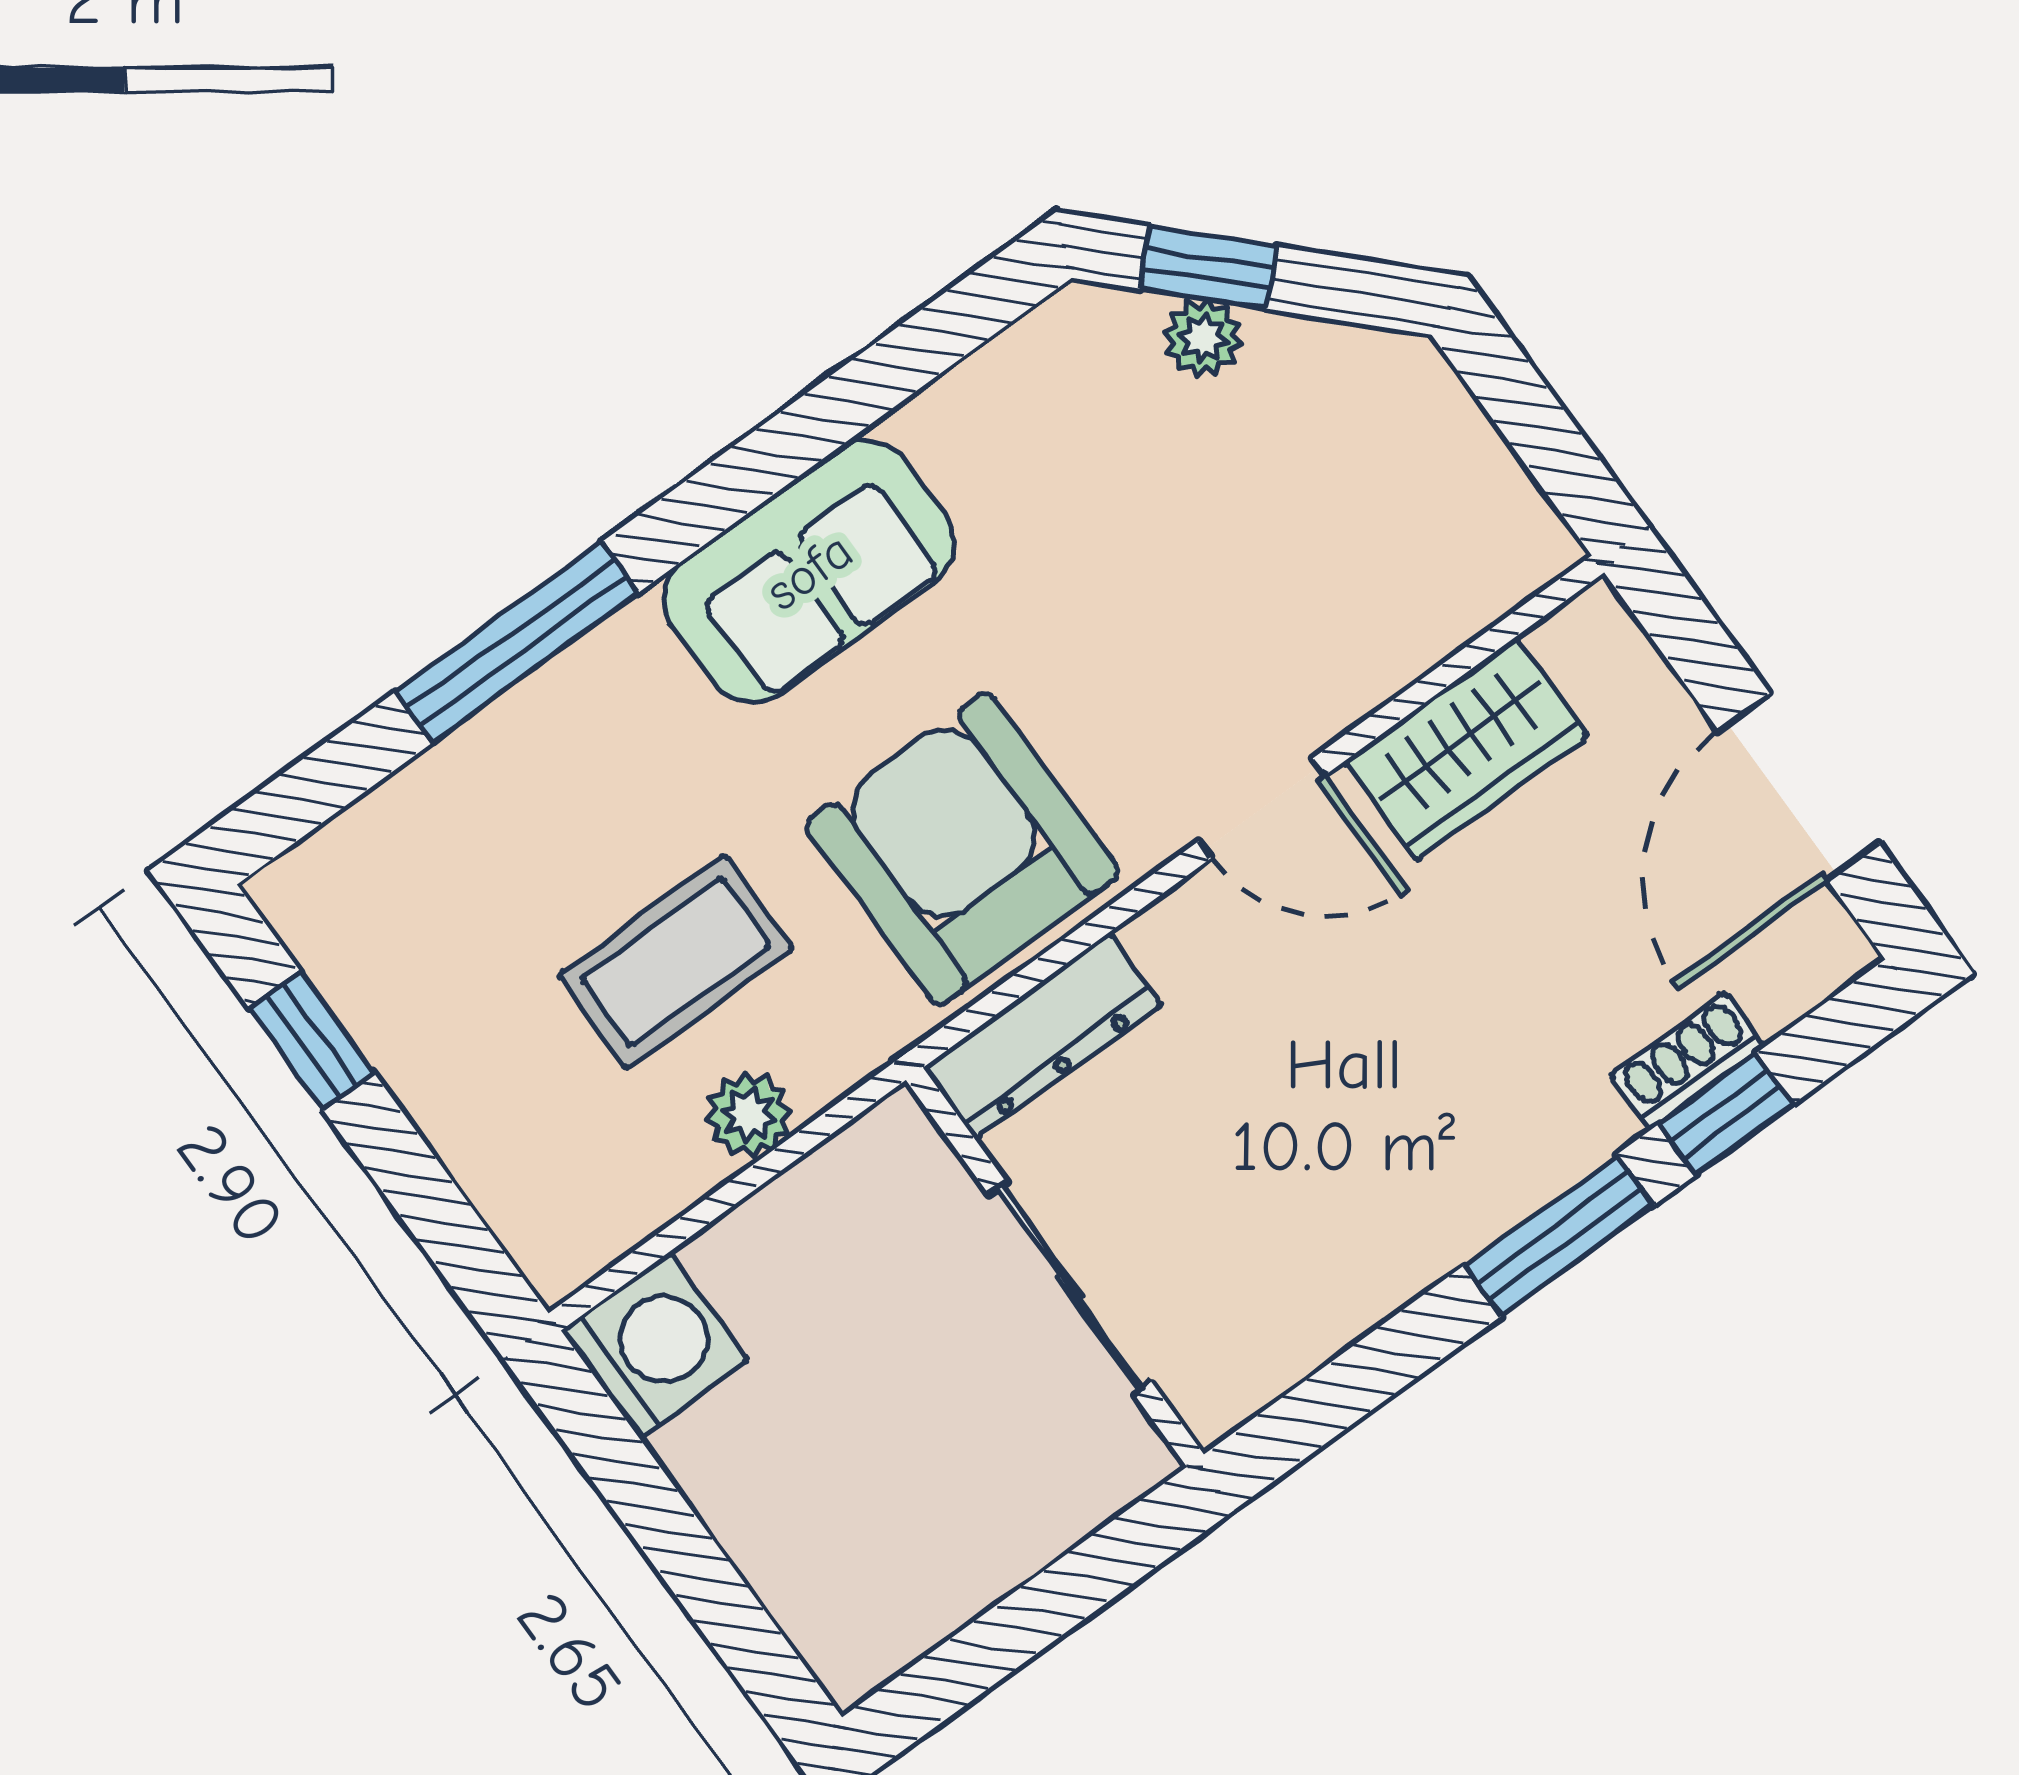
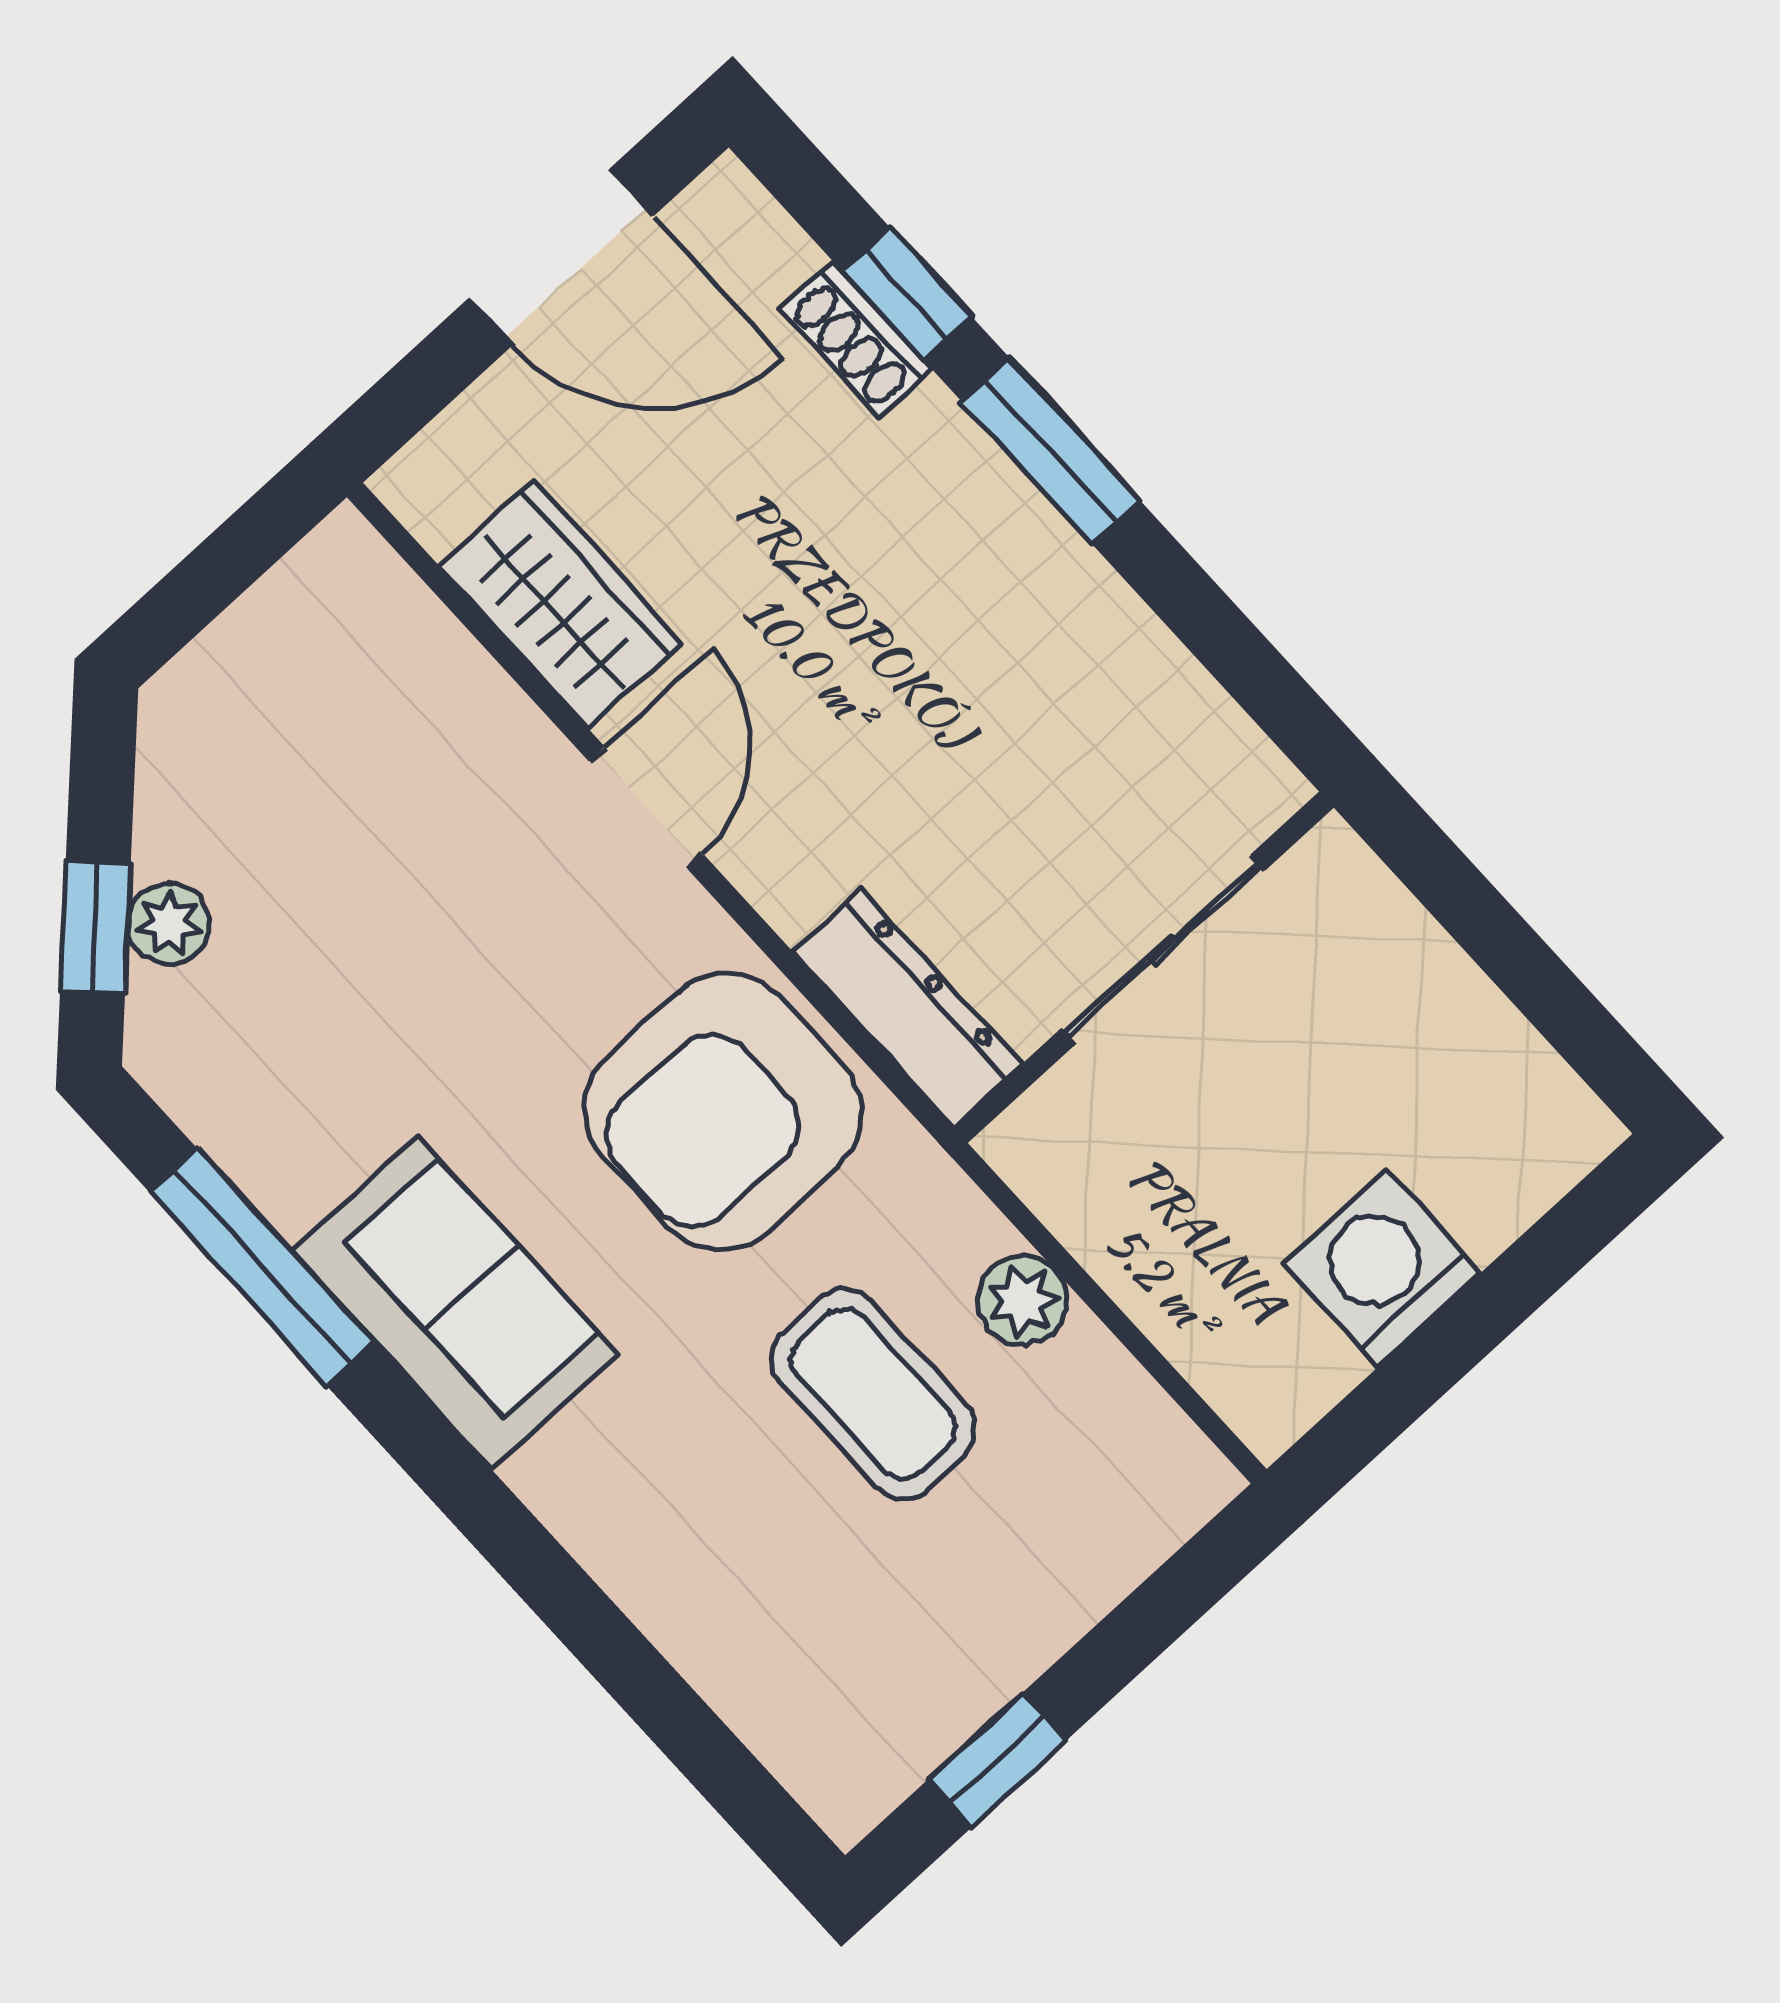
window: (517, 642) -> (262, 1267), moved
washing machine: (655, 1345) -> (1382, 1269), moved

